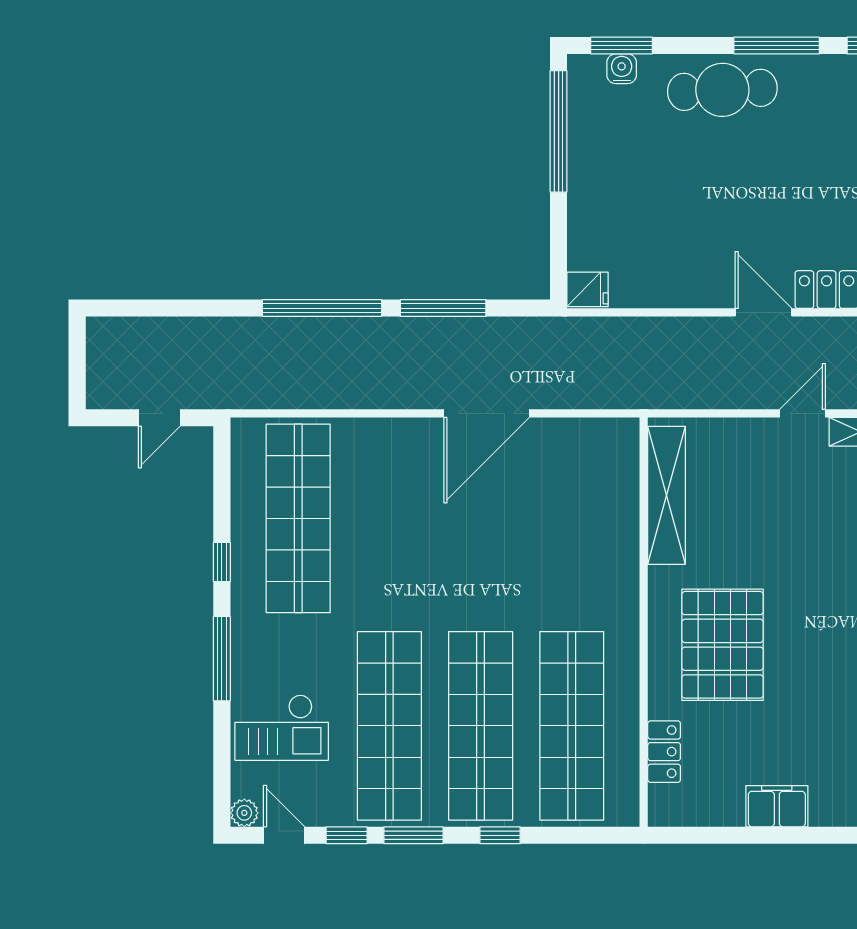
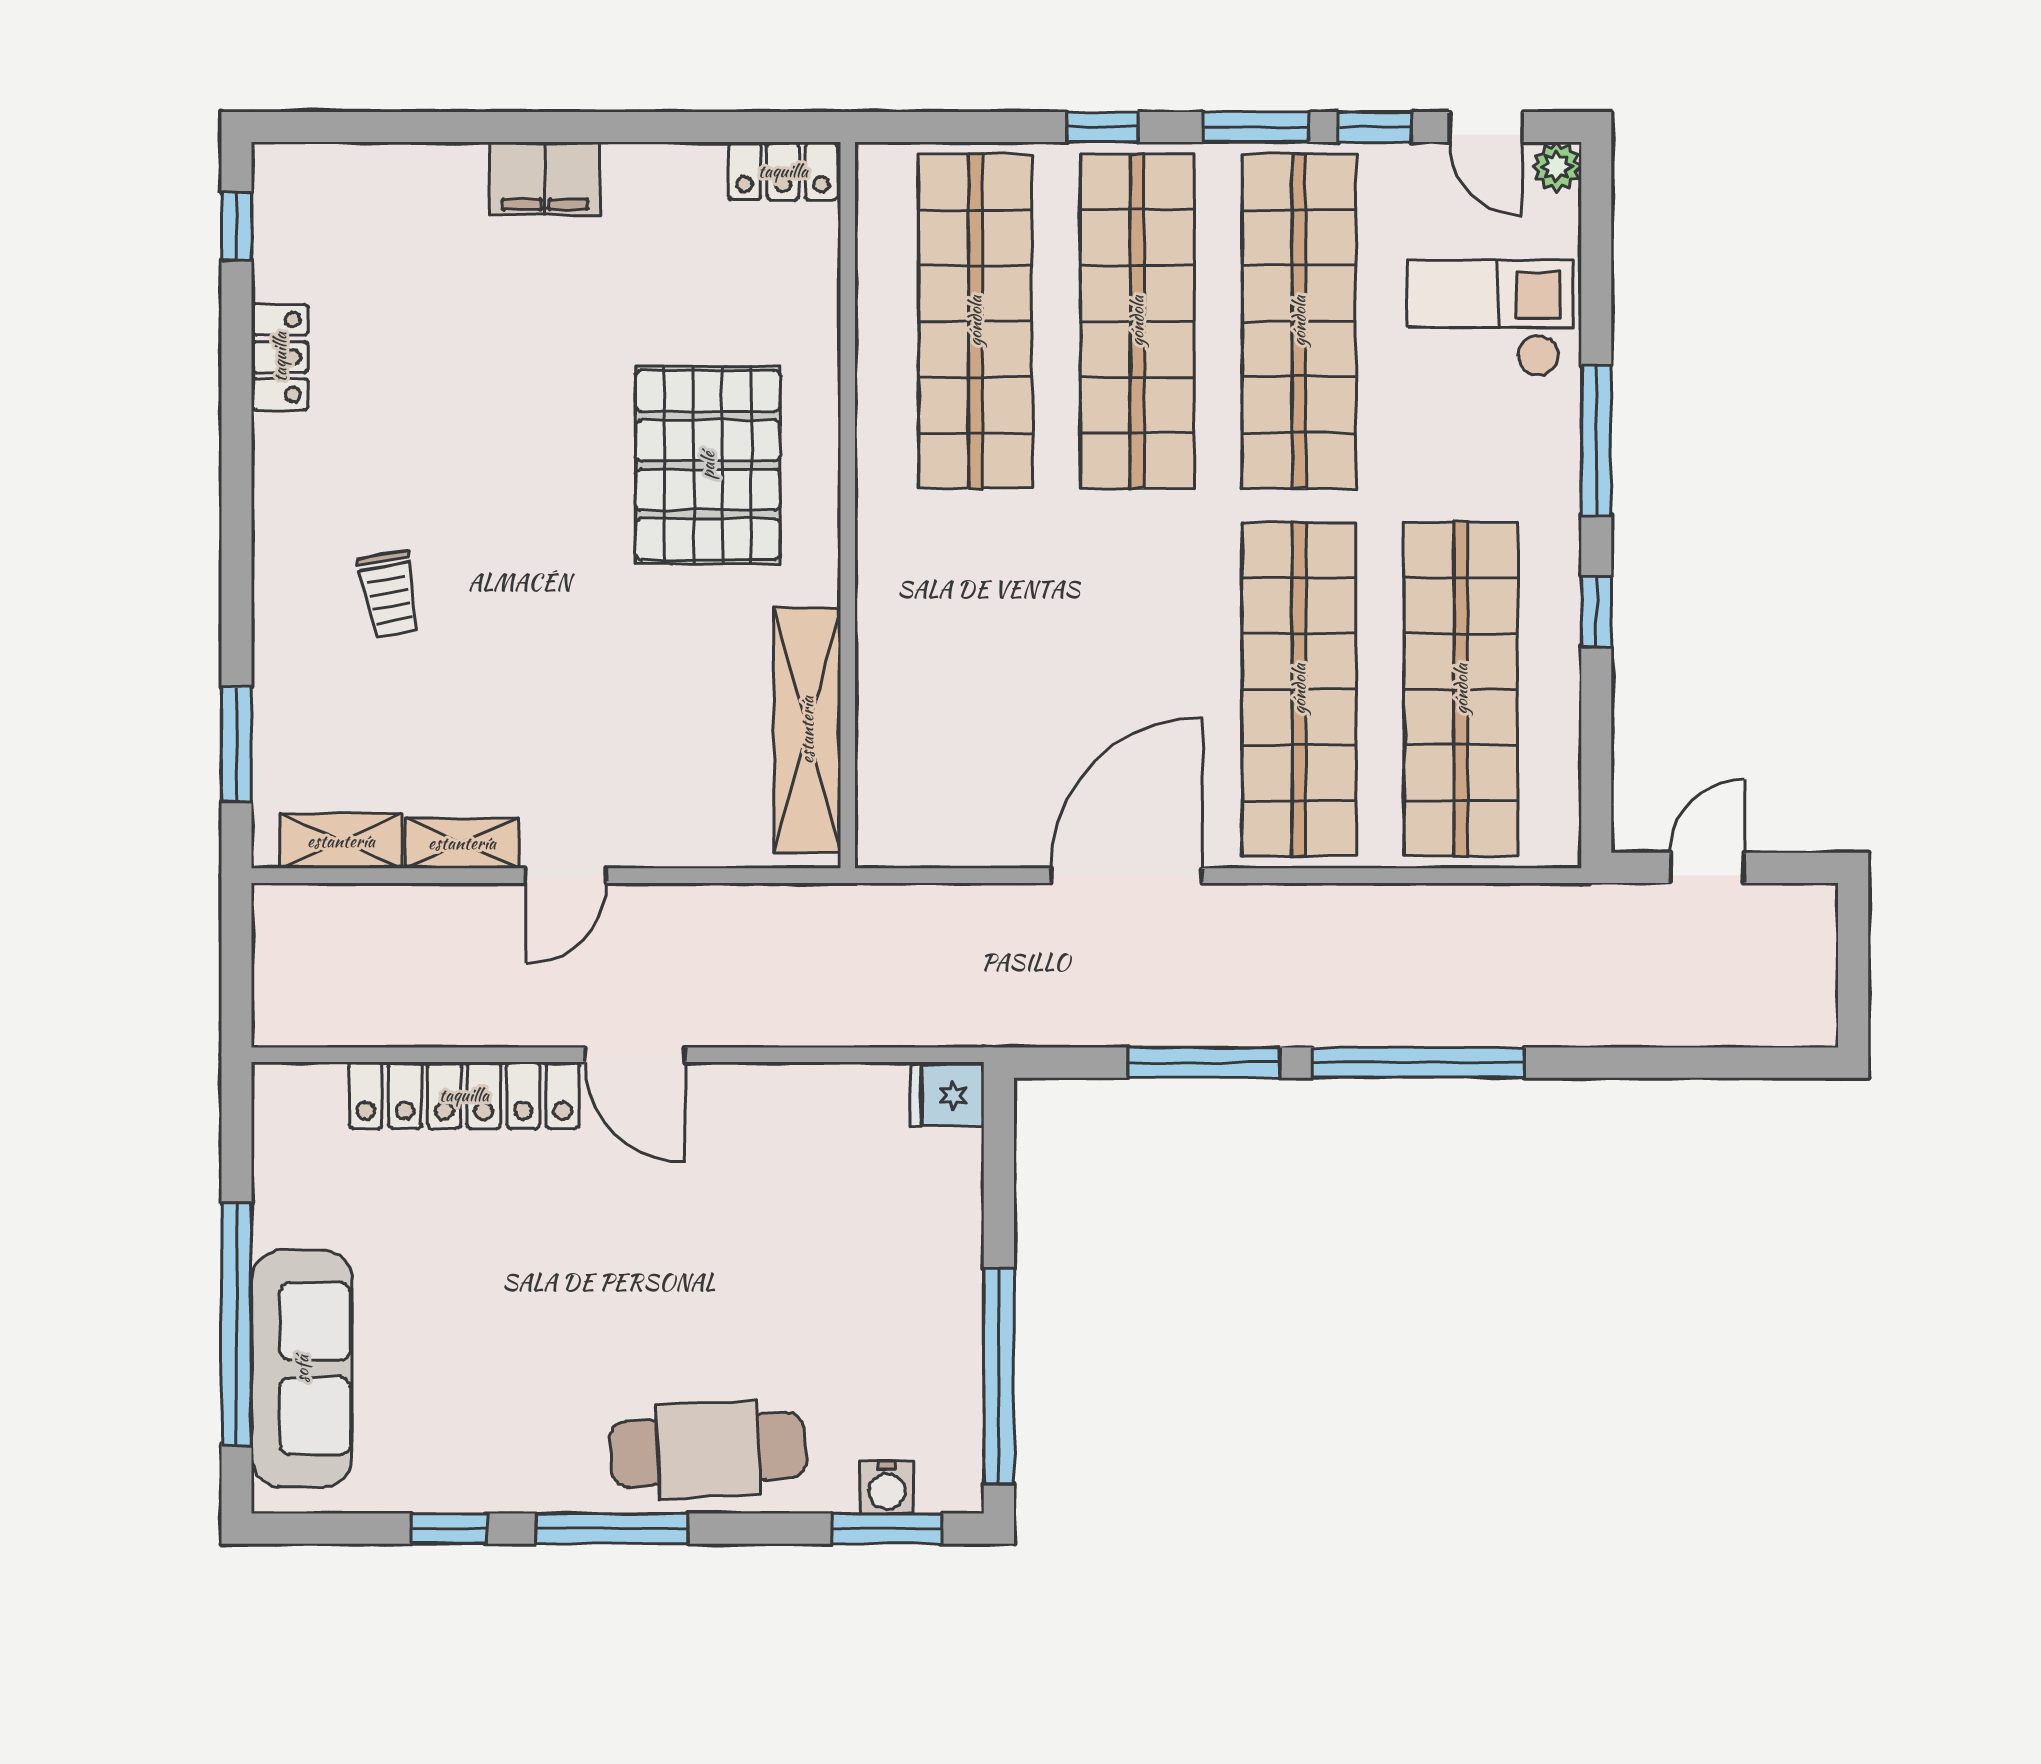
shop shelf: (389, 518) -> (1299, 689), added
locker: (664, 752) -> (783, 171), moved, turned -90
filing cabinet: (777, 806) -> (545, 179), moved

